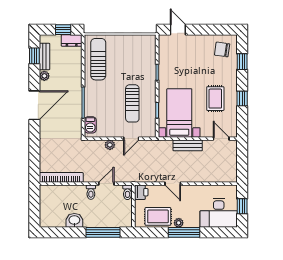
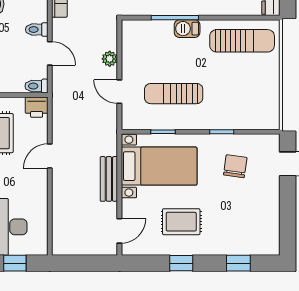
chair: (222, 49) -> (235, 166), moved
barbecue: (90, 125) -> (187, 29), moved

